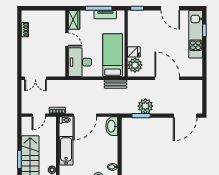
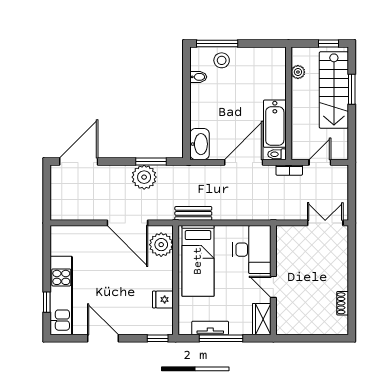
fridge: (134, 52) -> (163, 299), moved
door: (167, 78) -> (128, 223), moved
bathtub: (66, 151) -> (275, 124), moved

